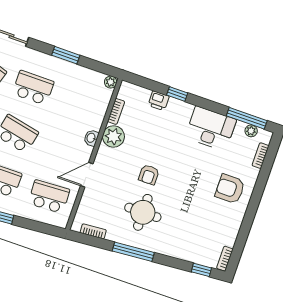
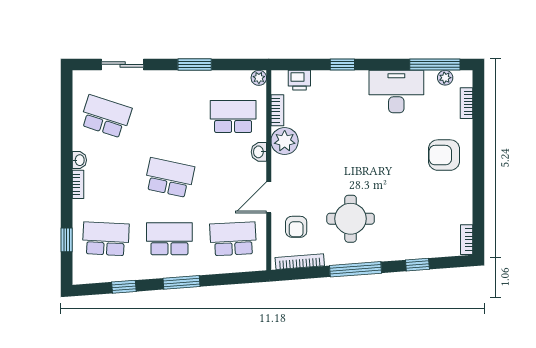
school desk: (33, 88) -> (233, 117), moved
printer: (159, 101) -> (299, 80), moved
armchair: (149, 175) -> (296, 227), moved
bookcase: (93, 231) -> (300, 262), width x1.56
window: (201, 270) -> (417, 265), moved

